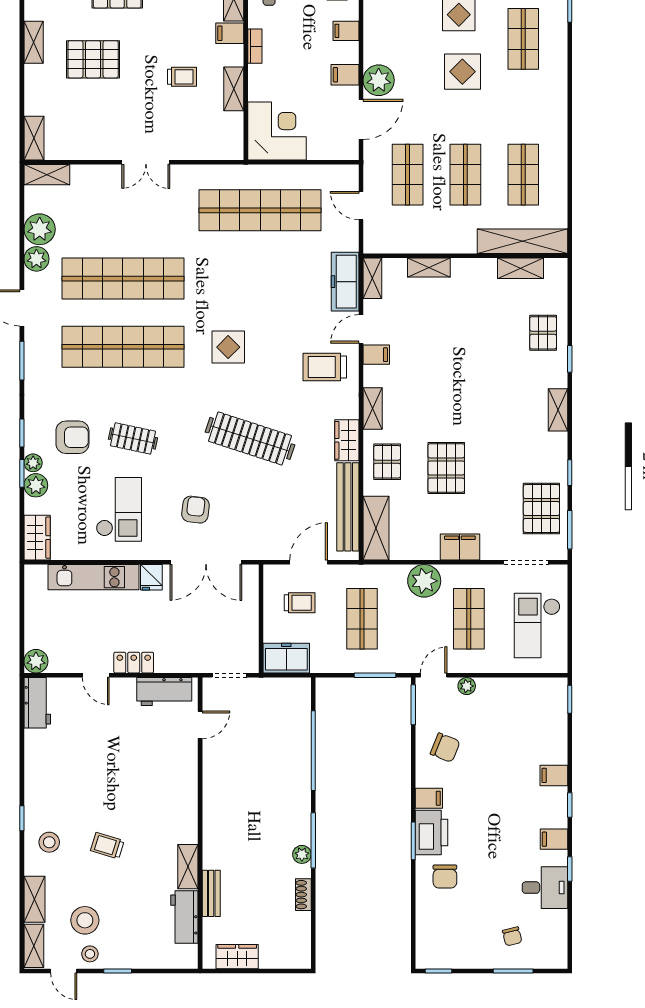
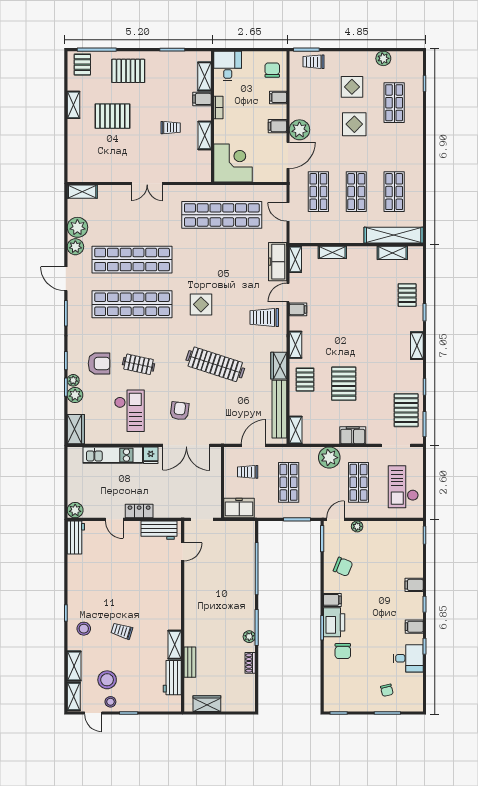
shelving: (34, 138) -> (74, 168), removed
shelving: (376, 528) -> (296, 430), width x0.67, depth x0.75
trolley: (300, 603) -> (248, 472), turned 180

